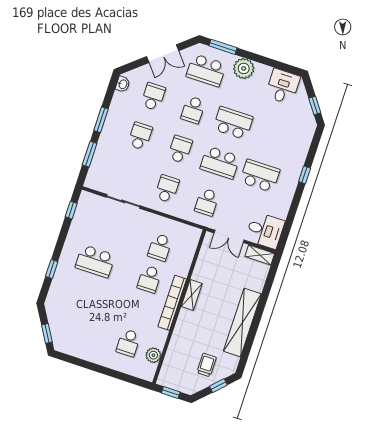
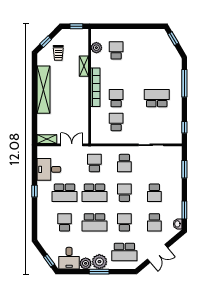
window: (223, 47) -> (99, 272), moved
double door: (163, 54) -> (158, 253), swing flipped
school desk: (206, 70) -> (124, 252), turned 180
plant: (263, 72) -> (86, 263), added
window: (315, 106) -> (49, 261), moved
window: (101, 120) -> (184, 210), moved
school desk: (273, 136) -> (65, 222), added
school desk: (180, 149) -> (124, 193), turned 180
school desk: (220, 163) -> (94, 193), turned 180
window: (305, 175) -> (34, 191), moved
desk: (265, 230) -> (49, 169), moved
window: (52, 269) -> (184, 83), width x2.17
shelving: (192, 295) -> (84, 66), moved

